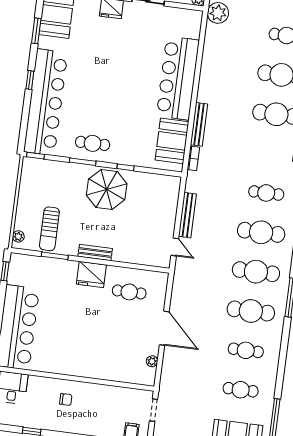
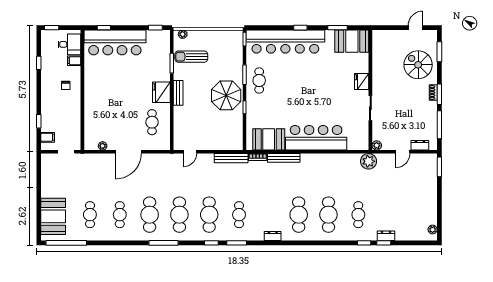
bench: (187, 215) -> (231, 158), moved
filing cabinet: (35, 384) -> (74, 61), added

